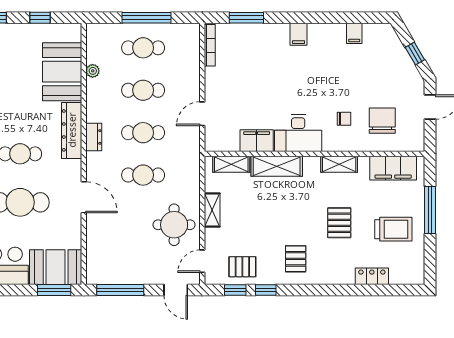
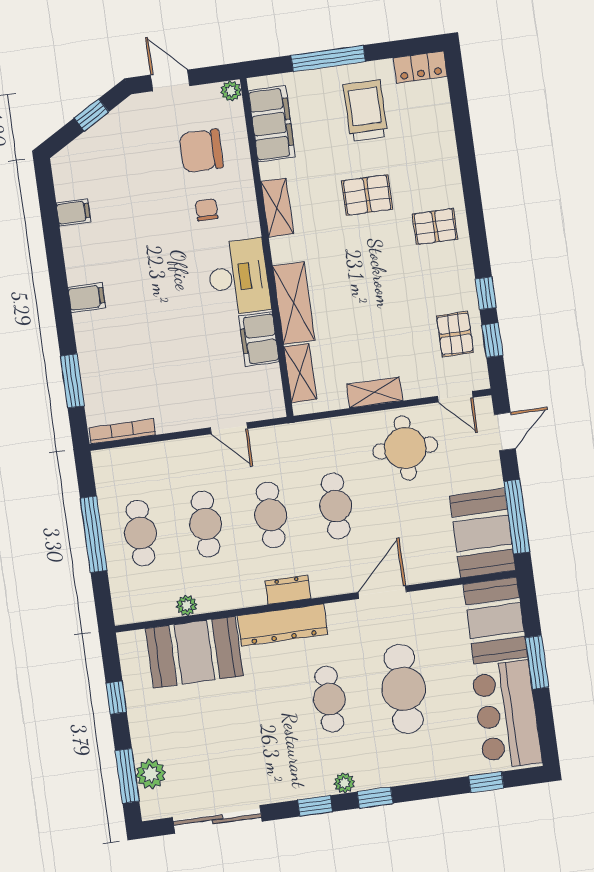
plant: (418, 145) -> (231, 91), added
pallet: (296, 259) -> (435, 227), moved
booth: (113, 267) -> (483, 533), added
locker: (372, 276) -> (420, 67), moved, turned -90
window: (54, 290) -> (537, 662), moved

